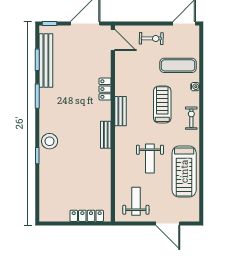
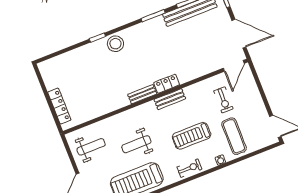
exercise bike: (151, 38) -> (223, 100), moved
locker: (105, 89) -> (167, 84), moved
treadmill: (162, 104) -> (192, 136), turned 180

